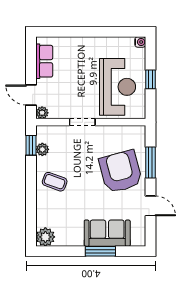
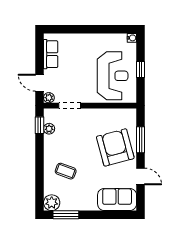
doorway: (82, 122) -> (70, 106), moved
coffee table: (55, 182) -> (66, 171), moved
sofa: (107, 233) -> (117, 199), moved
window: (100, 251) -> (66, 215), moved

